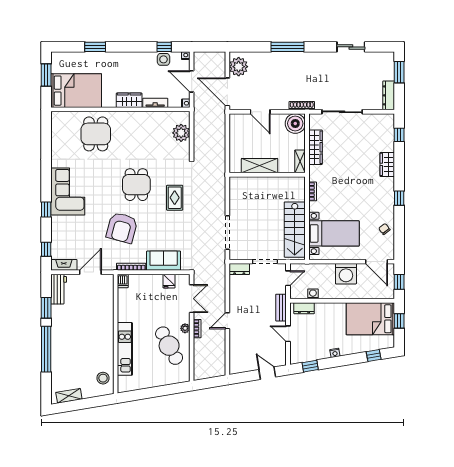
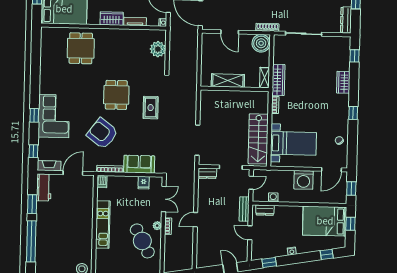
wardrobe: (315, 147) -> (278, 80), moved
corner sofa: (68, 191) -> (54, 116), moved
armchair: (122, 228) -> (102, 133), turned 112
door: (377, 262) -> (331, 170), hinge flipped
kitchen unit: (125, 349) -> (103, 224), moved

